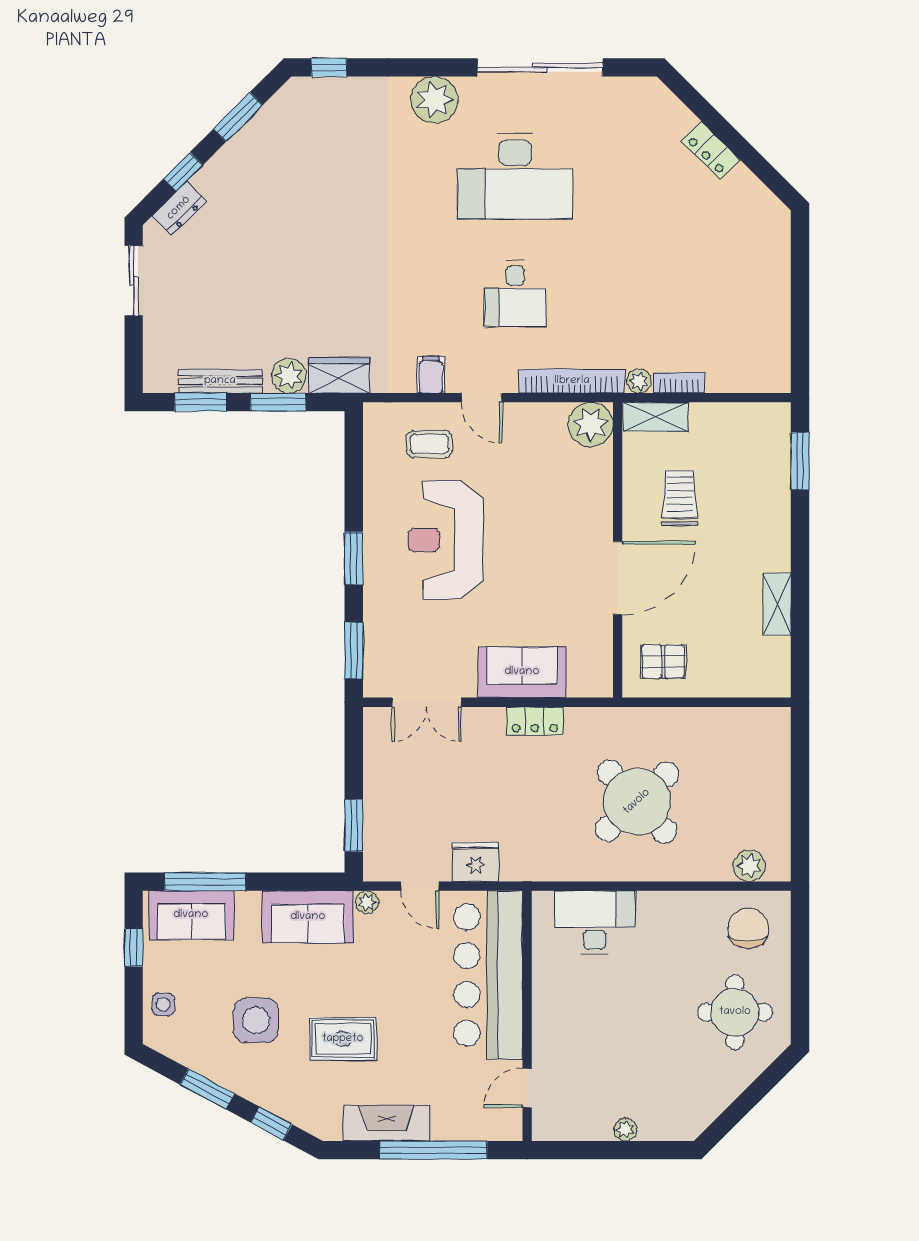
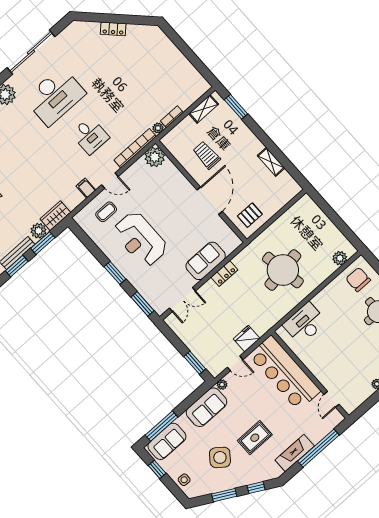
shelving: (656, 417) -> (204, 109), moved
round table: (637, 802) -> (283, 270), turned 34
side table: (256, 1020) -> (220, 457), turned 37

